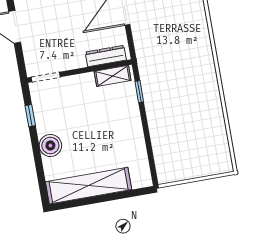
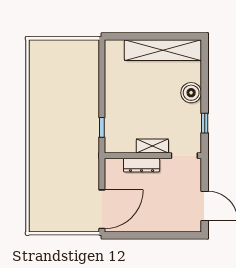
dresser: (106, 56) -> (142, 165), moved
shelving: (113, 76) -> (152, 146), moved

